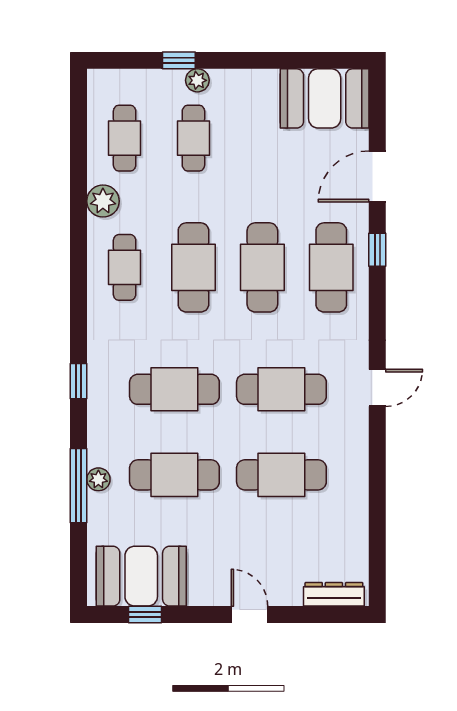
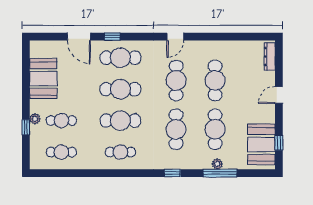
booth: (325, 98) -> (43, 79), moved
plant: (103, 201) -> (90, 162), removed
door: (377, 388) -> (175, 37), swing flipped

